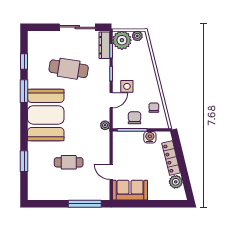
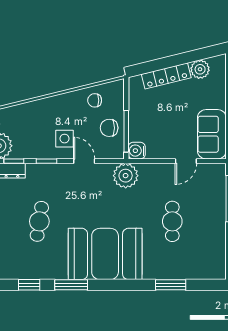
cafe table: (69, 69) -> (39, 221), width x0.73, depth x0.74
plant: (105, 125) -> (126, 176), width x1.88, depth x1.88
water cooler: (150, 137) -> (137, 151), moved

